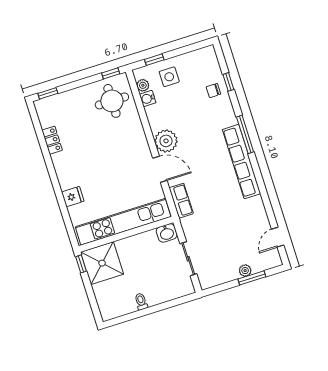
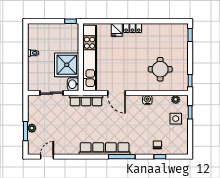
water cooler: (148, 99) -> (147, 100), moved
round table: (112, 101) -> (160, 69), moved
locker: (52, 140) -> (132, 28), moved
plant: (166, 141) -> (134, 103), removed
door: (160, 169) -> (117, 93), hinge flipped
row of seats: (181, 201) -> (86, 101), width x1.48
door: (278, 237) -> (47, 157), hinge flipped
shower: (102, 263) -> (67, 65), moved

